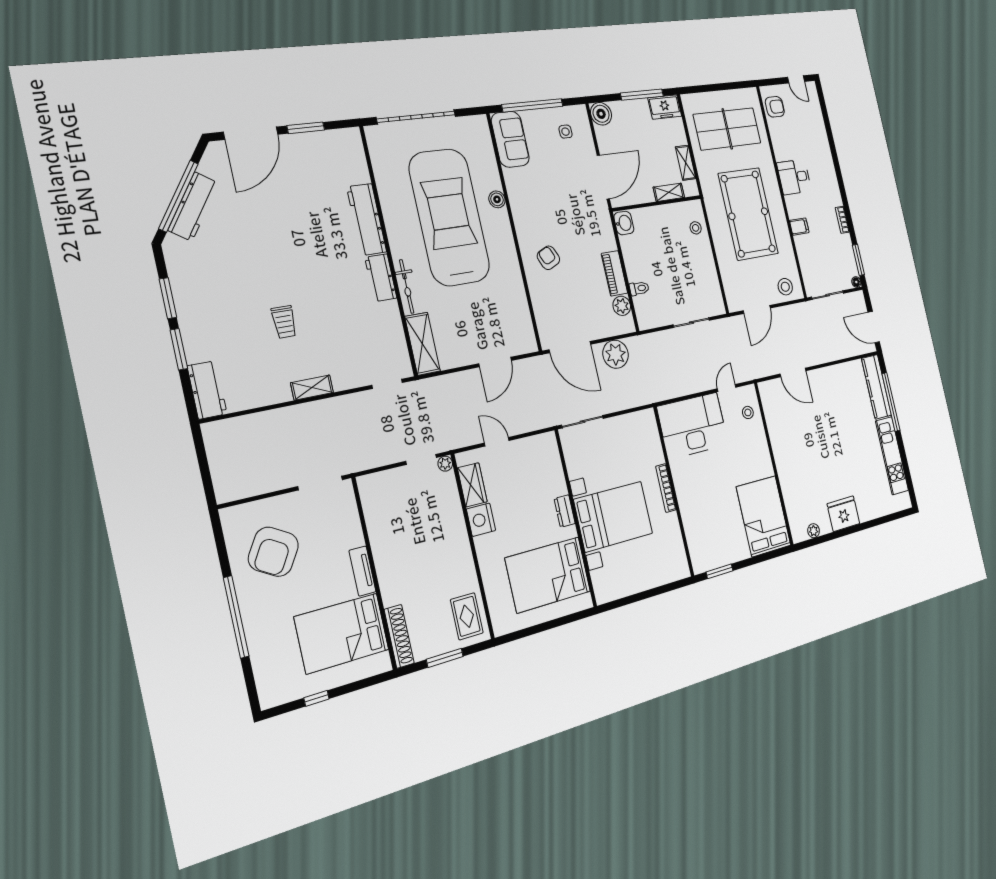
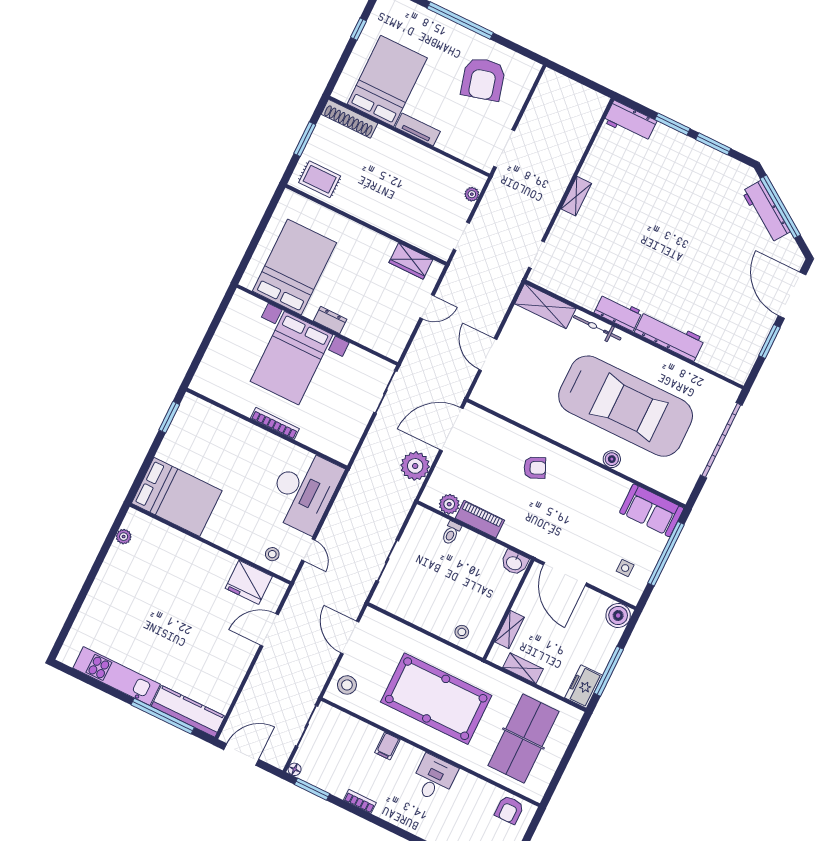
trolley: (284, 322) -> (638, 213), removed
plant: (445, 464) -> (472, 194), moved
fridge: (843, 514) -> (249, 582), moved, turned 90
nightstand: (481, 520) -> (380, 247), removed
armchair: (273, 552) -> (483, 79), turned -136

